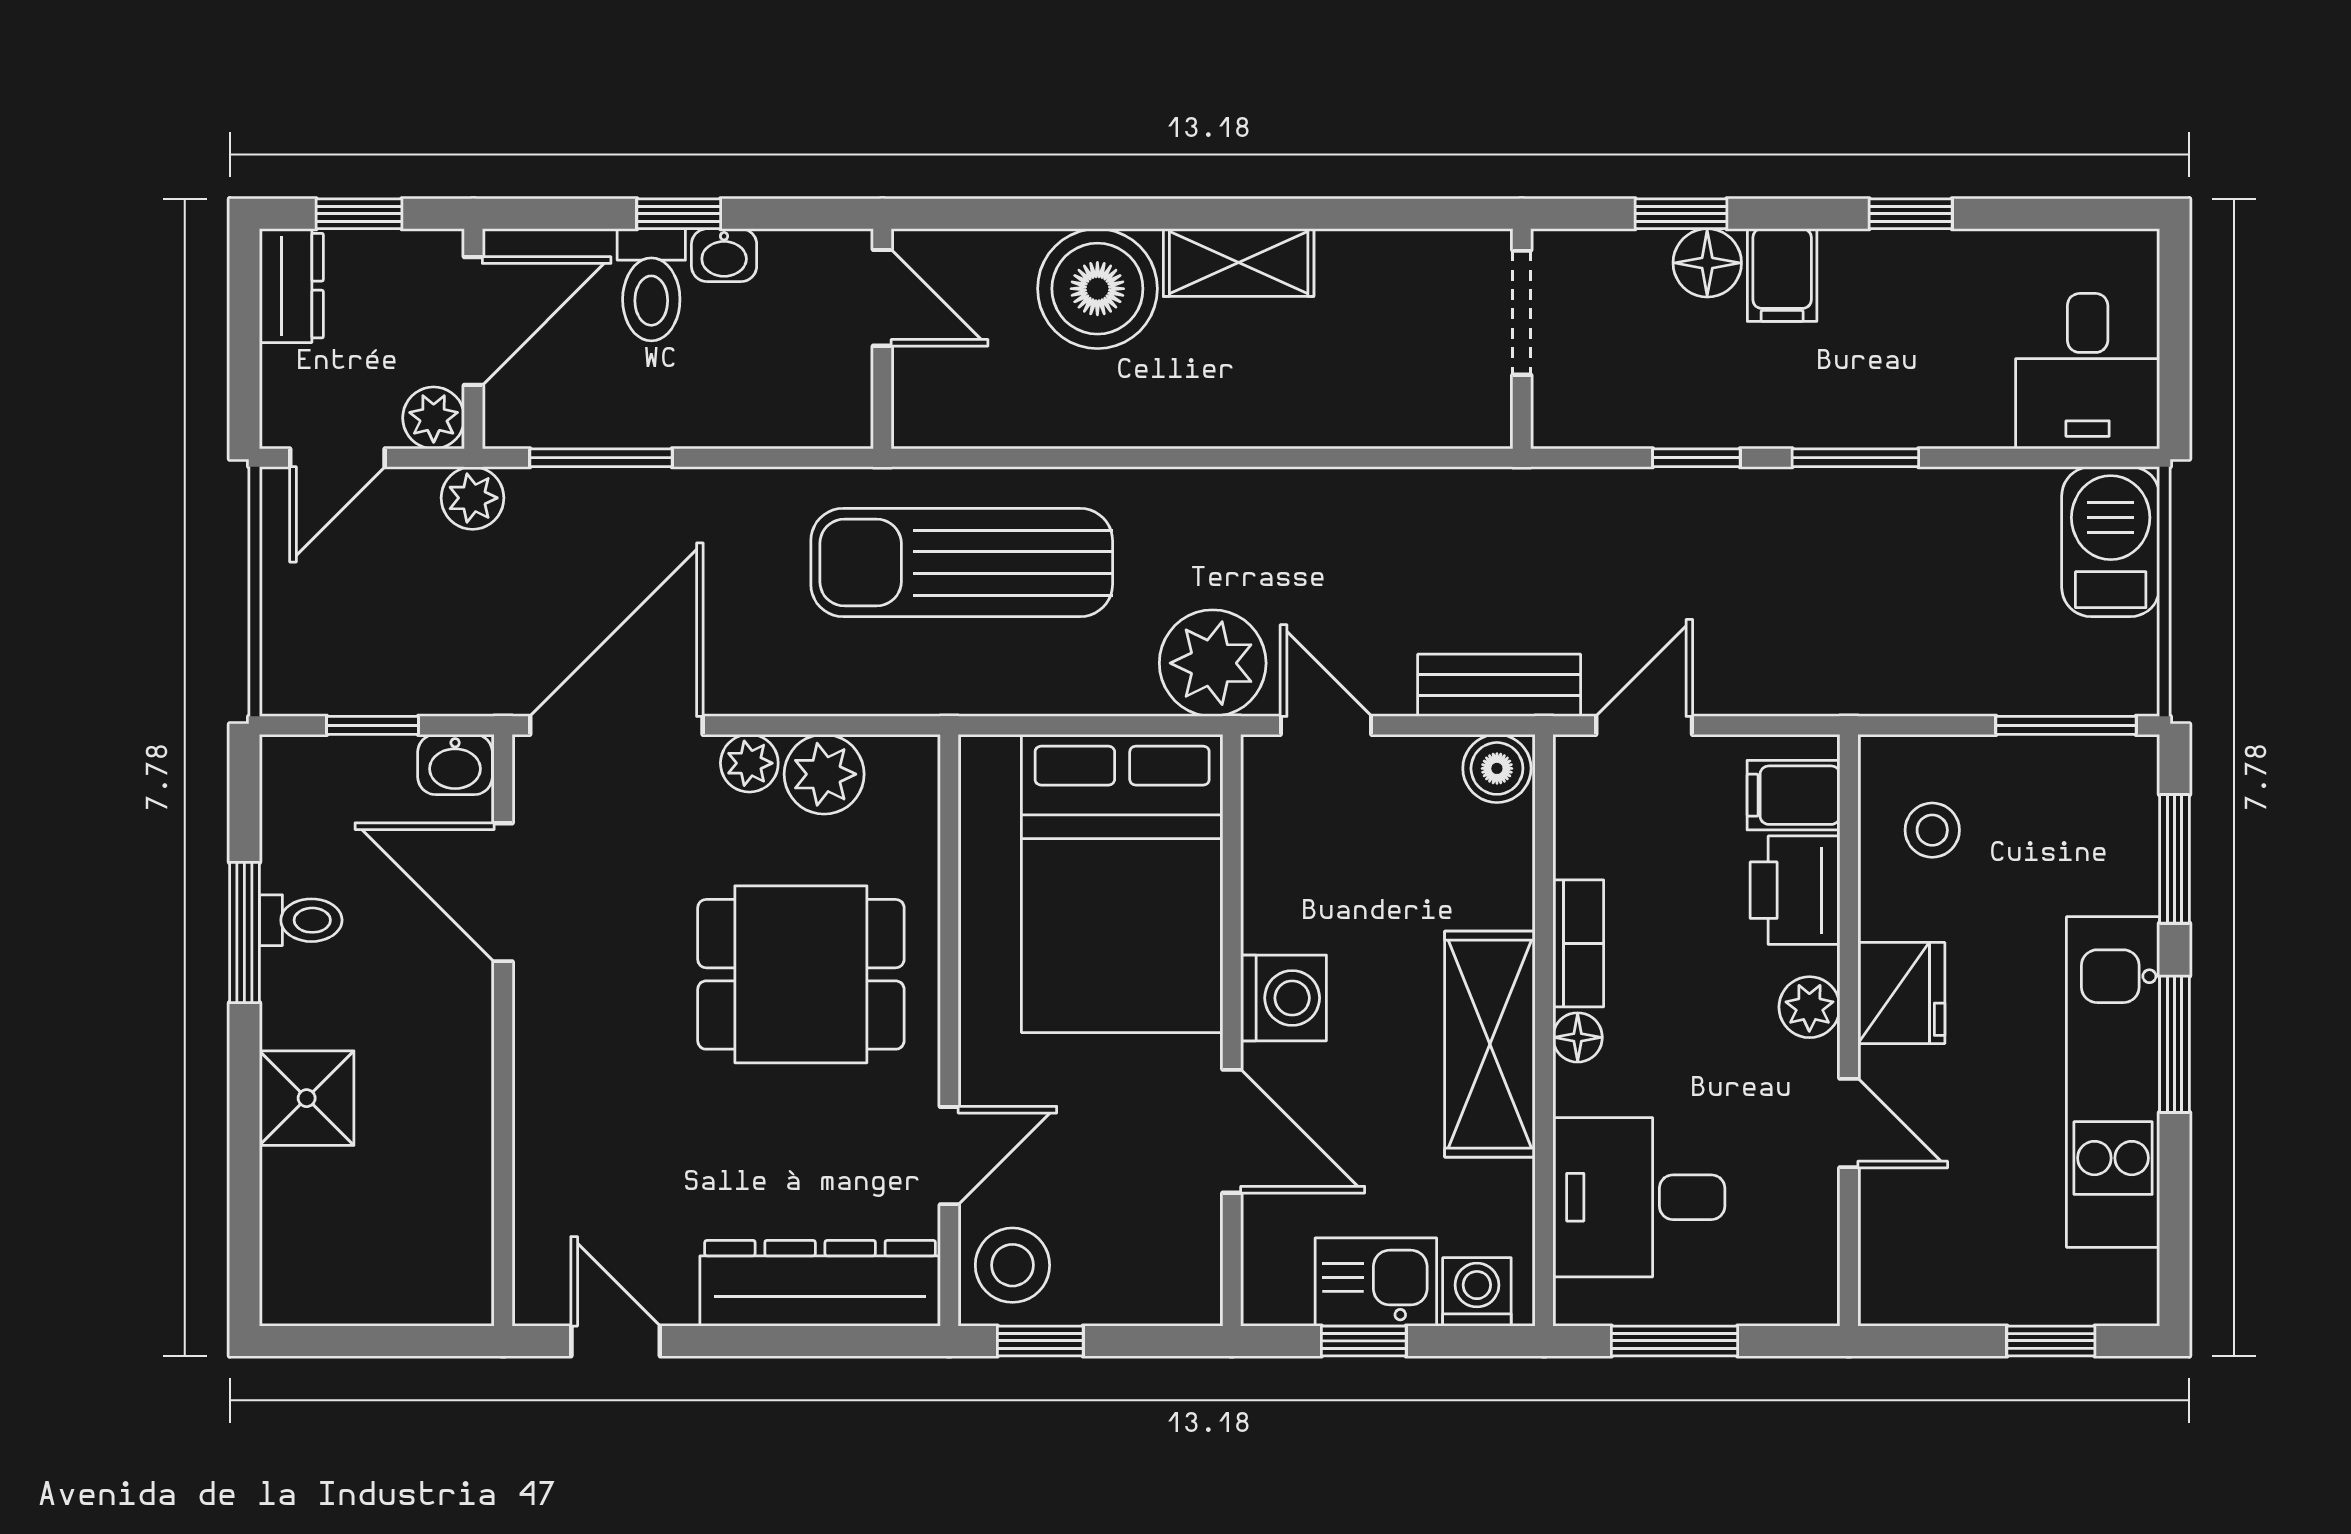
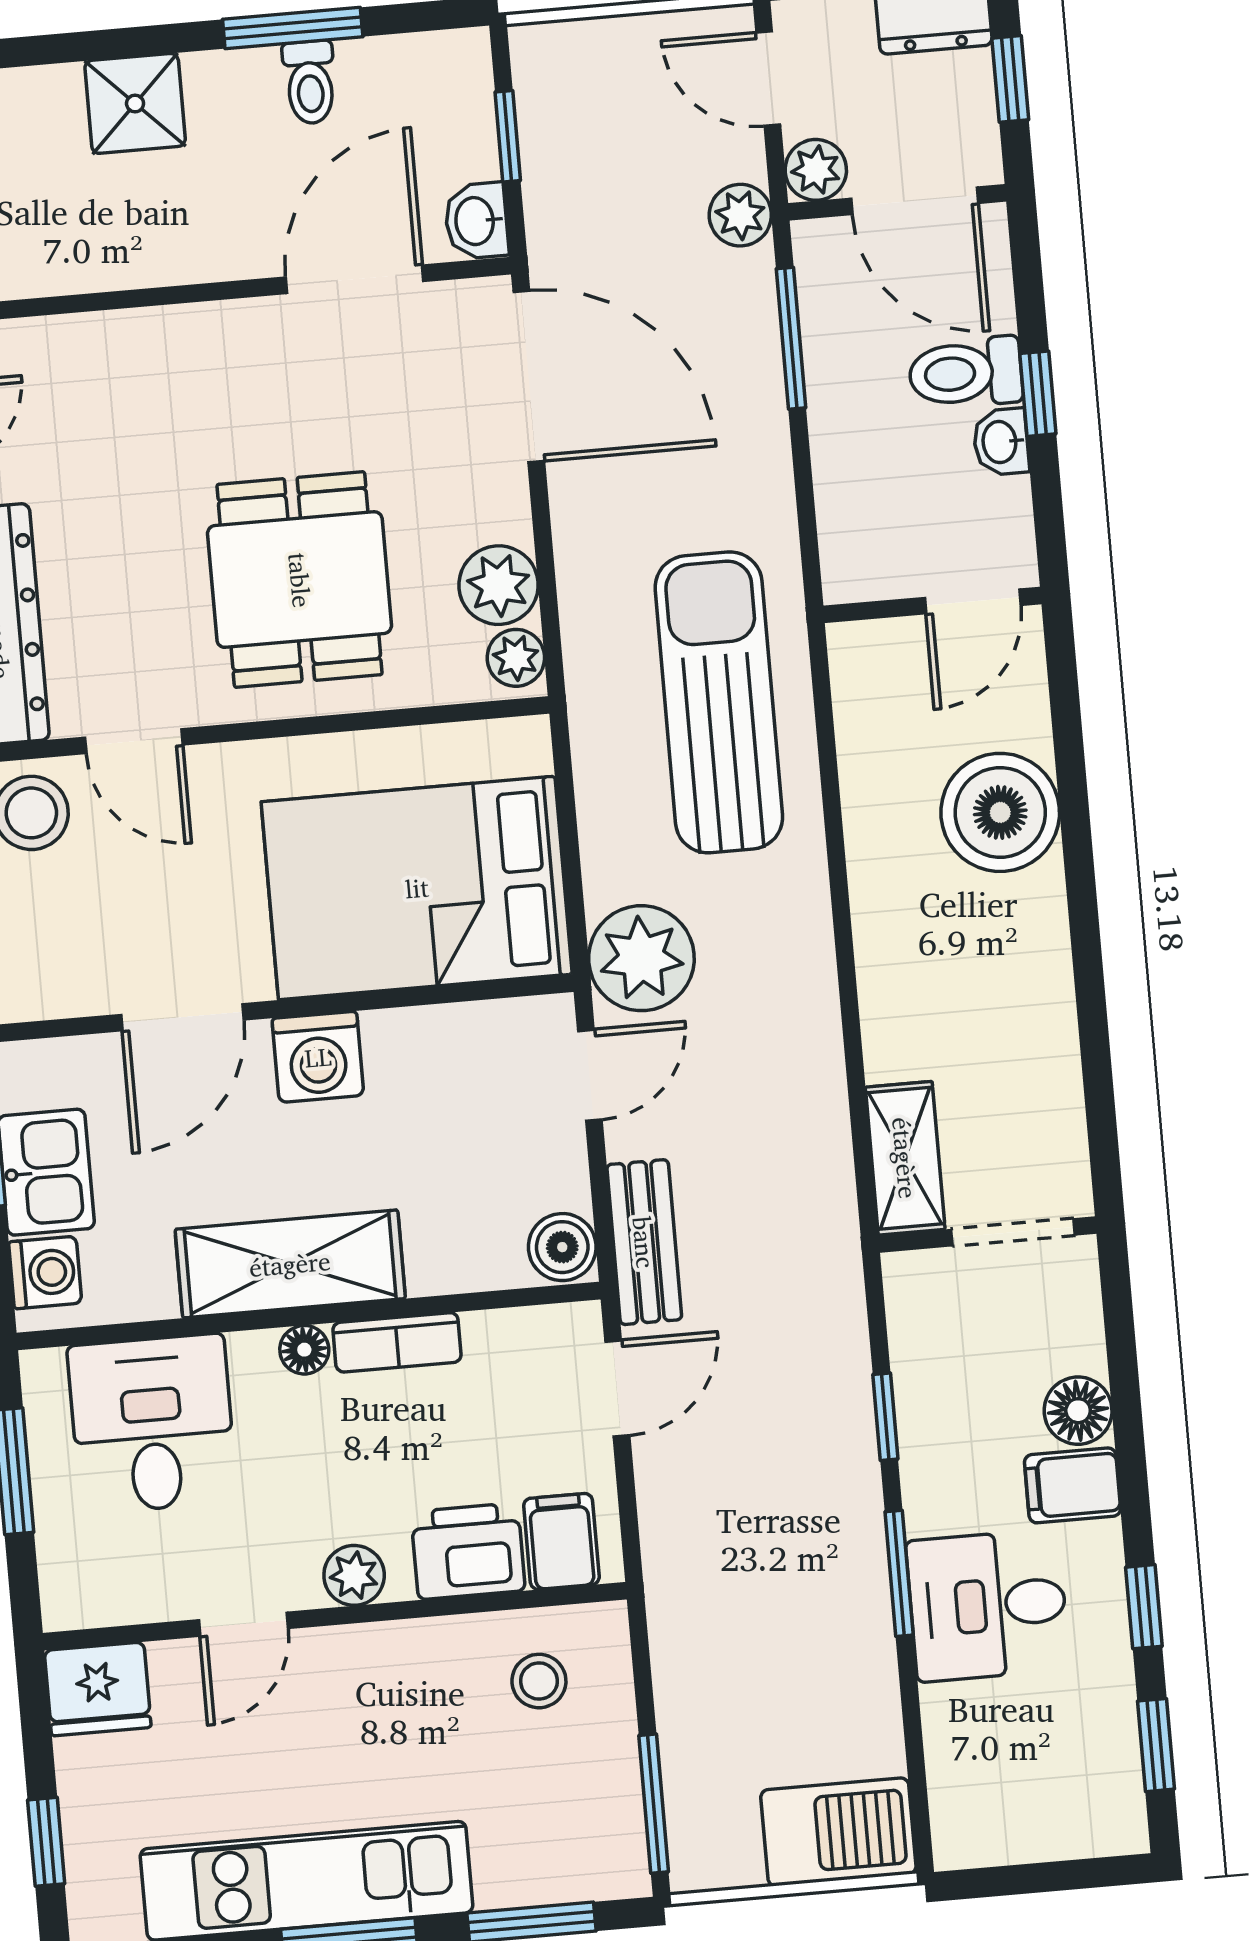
window: (1681, 214) -> (1156, 1745), moved
shelving: (1239, 263) -> (905, 1158), moved
desk: (2088, 371) -> (988, 1605), moved
door: (1644, 725) -> (617, 1388), hinge flipped
plant: (749, 763) -> (516, 658), moved
fridge: (1901, 993) -> (98, 1689), moved

